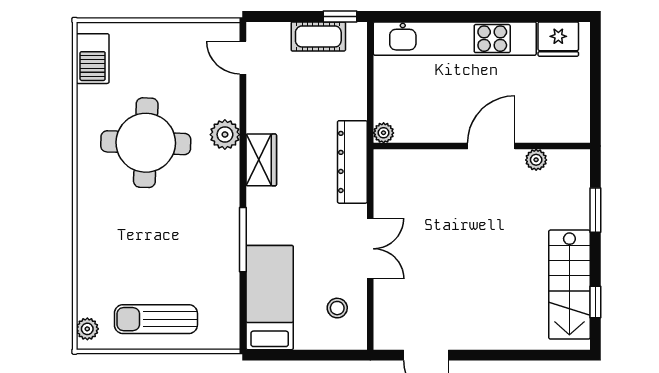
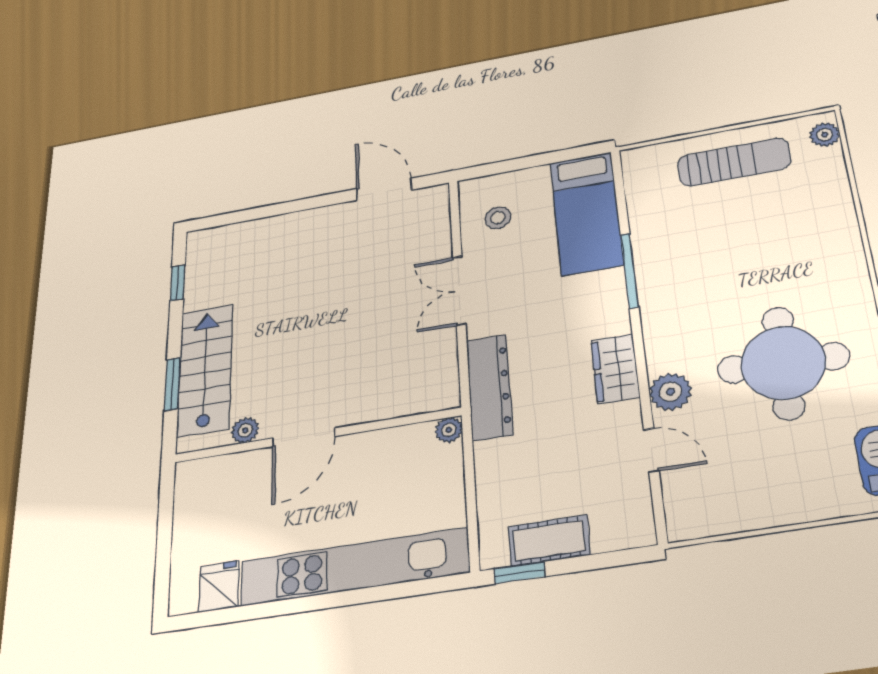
fridge: (558, 39) -> (219, 586), width x0.72
door: (243, 58) -> (651, 450), moved
stairs: (569, 285) -> (205, 370), moved

